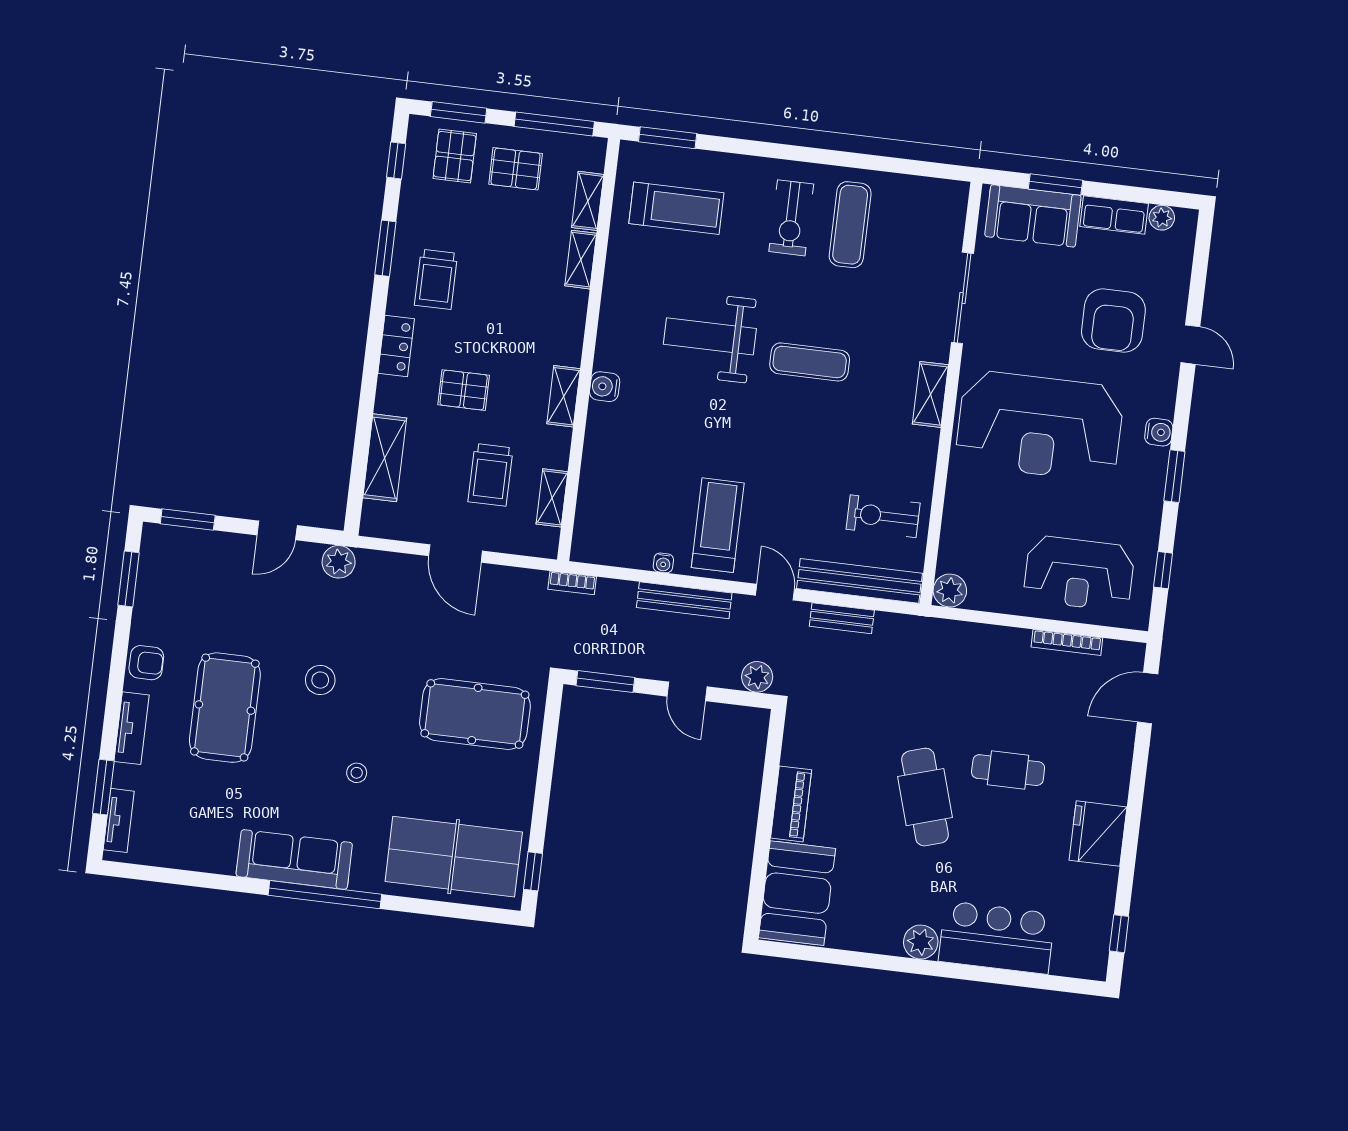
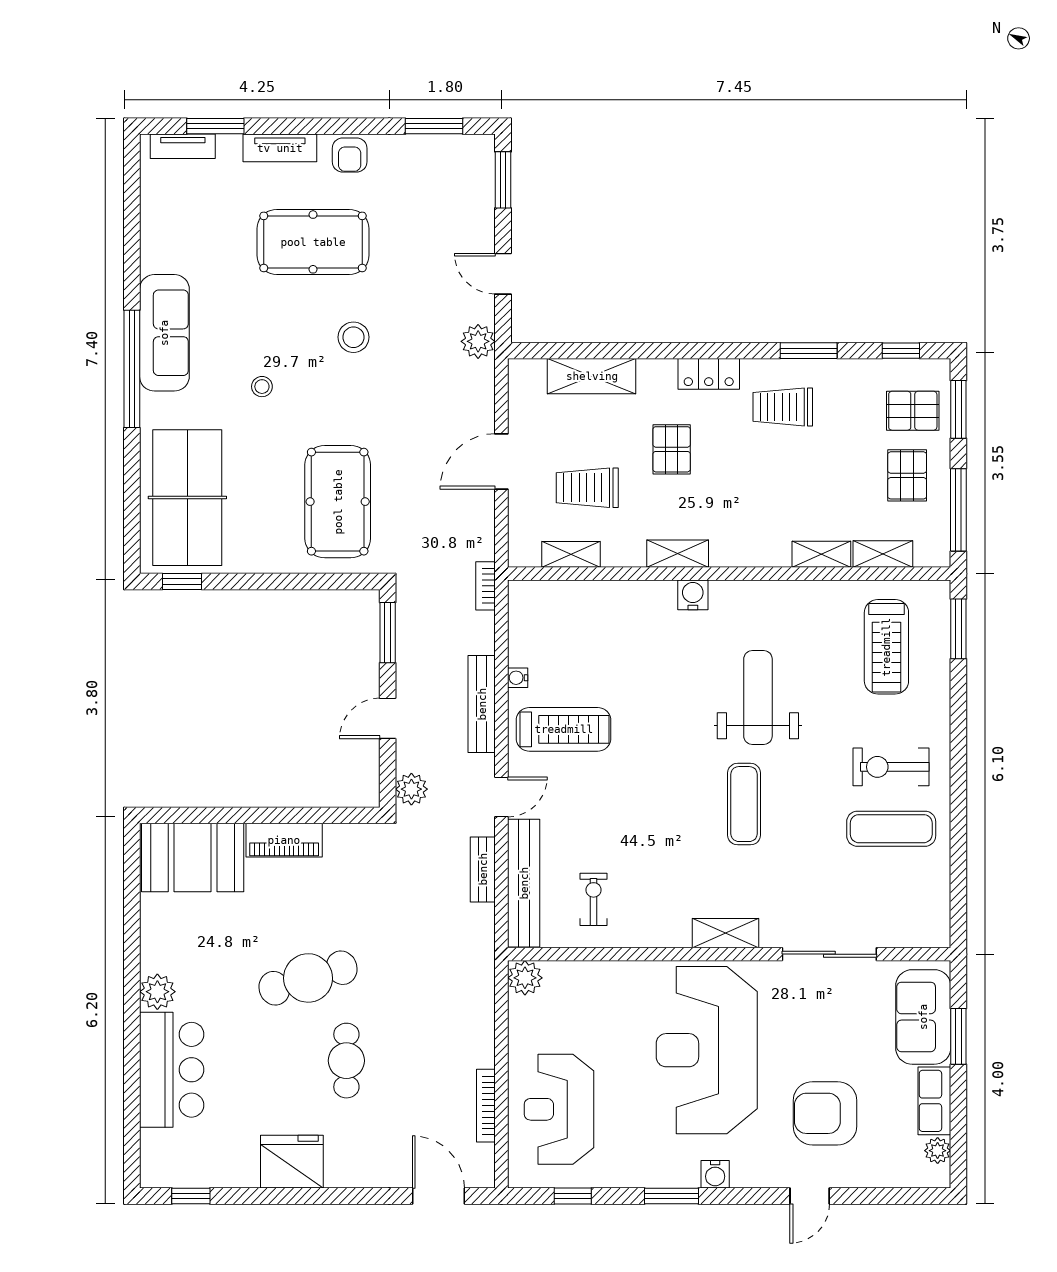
exercise bike: (883, 516) -> (594, 899), width x0.73, depth x0.72

